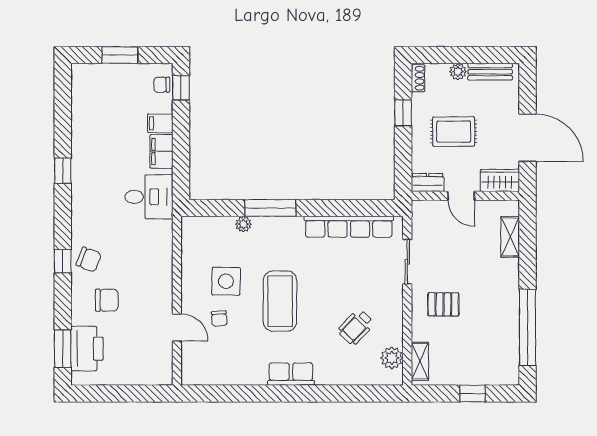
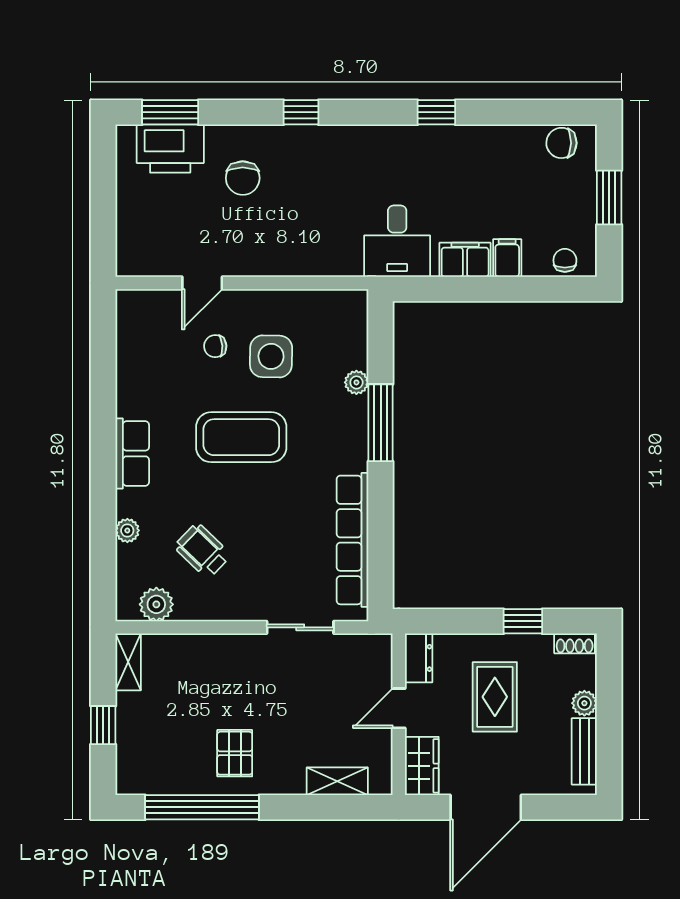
window: (181, 88) -> (560, 289), removed
chair: (89, 260) -> (561, 143), moved, turned 70
pallet: (443, 304) -> (235, 753), moved
shelving: (420, 361) -> (128, 662), moved, turned 90
plant: (342, 377) -> (127, 530), added

